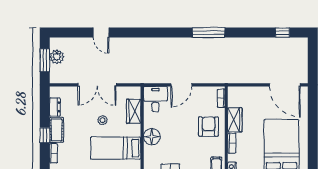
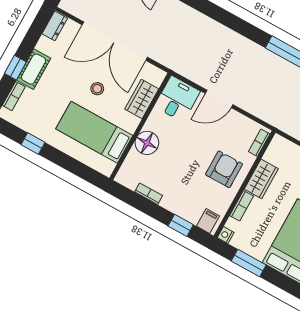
double door: (97, 85) -> (115, 41), width x1.36
dresser: (55, 107) -> (55, 26), moved

